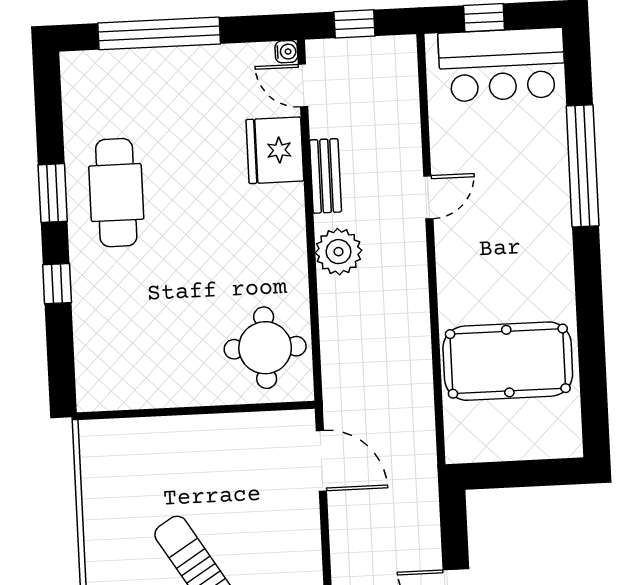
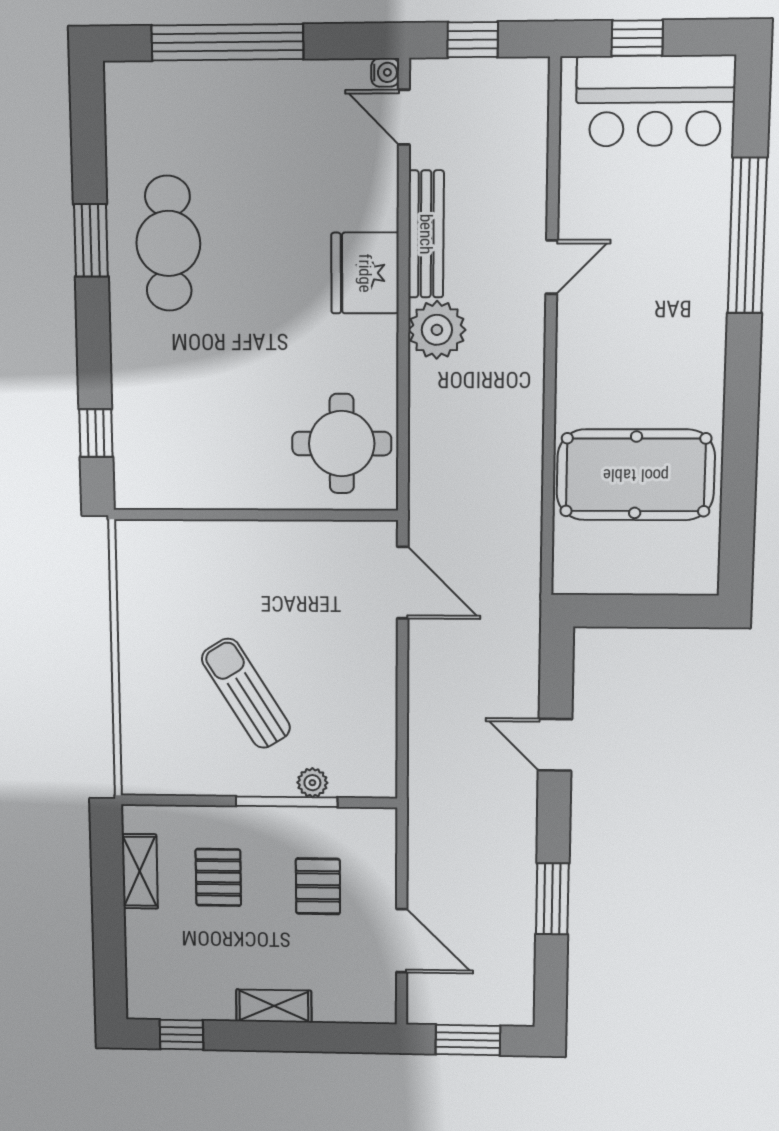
fridge: (275, 150) -> (365, 273), moved
bench: (326, 176) -> (426, 234), width x1.36
window: (57, 284) -> (96, 433), moved

